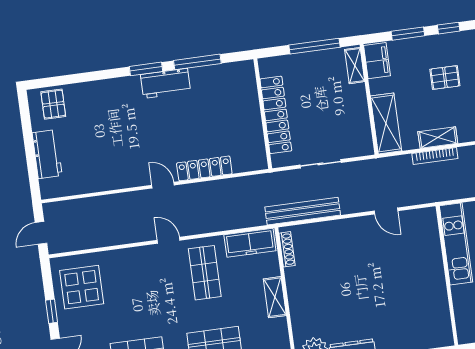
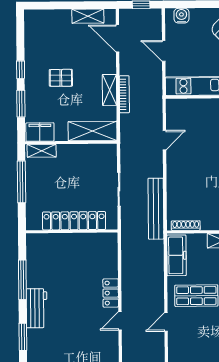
window: (146, 69) -> (23, 337), moved
pallet: (445, 77) -> (61, 78), turned 90
locker: (204, 168) -> (111, 293), width x0.66

